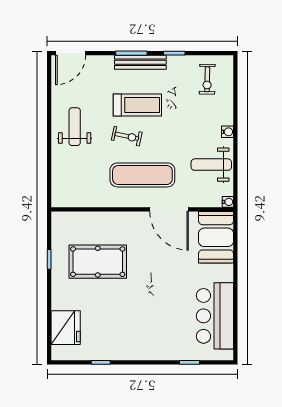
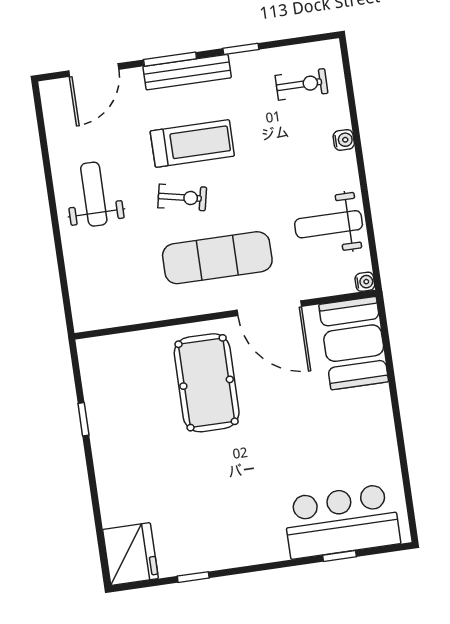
door: (71, 53) -> (94, 70), moved
exercise bike: (207, 79) -> (301, 84), turned -91
water cooler: (227, 132) -> (344, 140), moved
pool table: (98, 262) -> (207, 383), moved, turned 90
bar counter: (215, 316) -> (342, 521), moved, turned 90
fridge: (66, 328) -> (130, 554), moved

